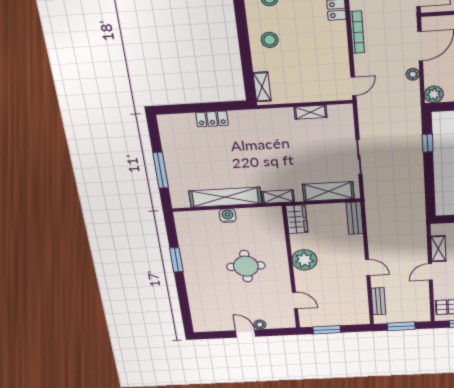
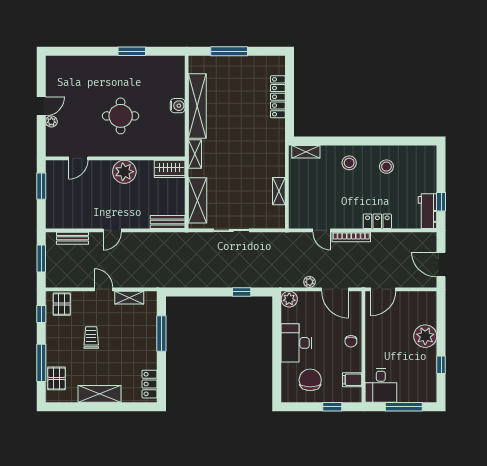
door: (353, 86) -> (322, 230), moved
locker: (212, 119) -> (278, 97), width x1.53

